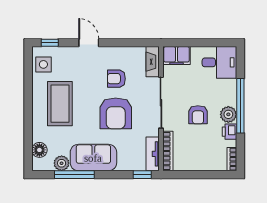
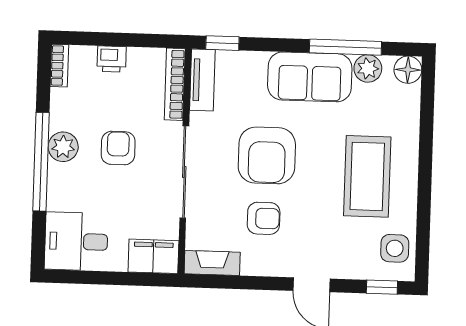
fireplace: (153, 62) -> (212, 263), moved, turned -90
armchair: (116, 113) -> (267, 155), turned 180
printer: (229, 132) -> (112, 59), moved, turned 90
floor lamp: (39, 150) -> (408, 70), moved

